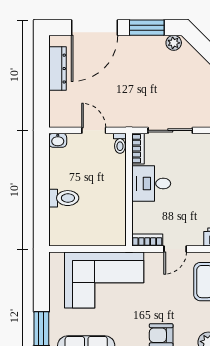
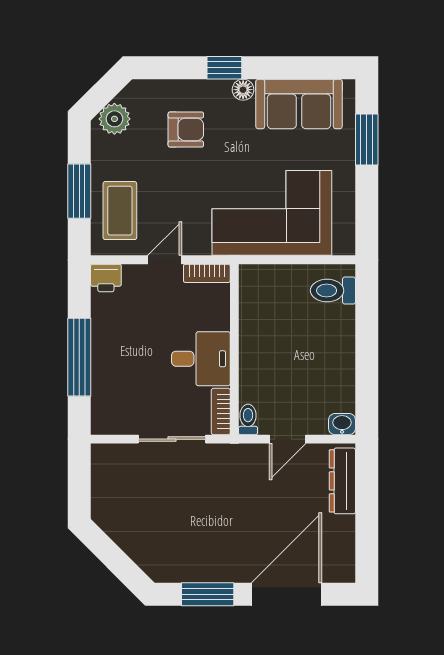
plant: (174, 43) -> (167, 571), removed
dresser: (58, 69) -> (342, 481), moved
door: (94, 130) -> (288, 439), hinge flipped
toilet: (64, 198) -> (333, 291), moved

